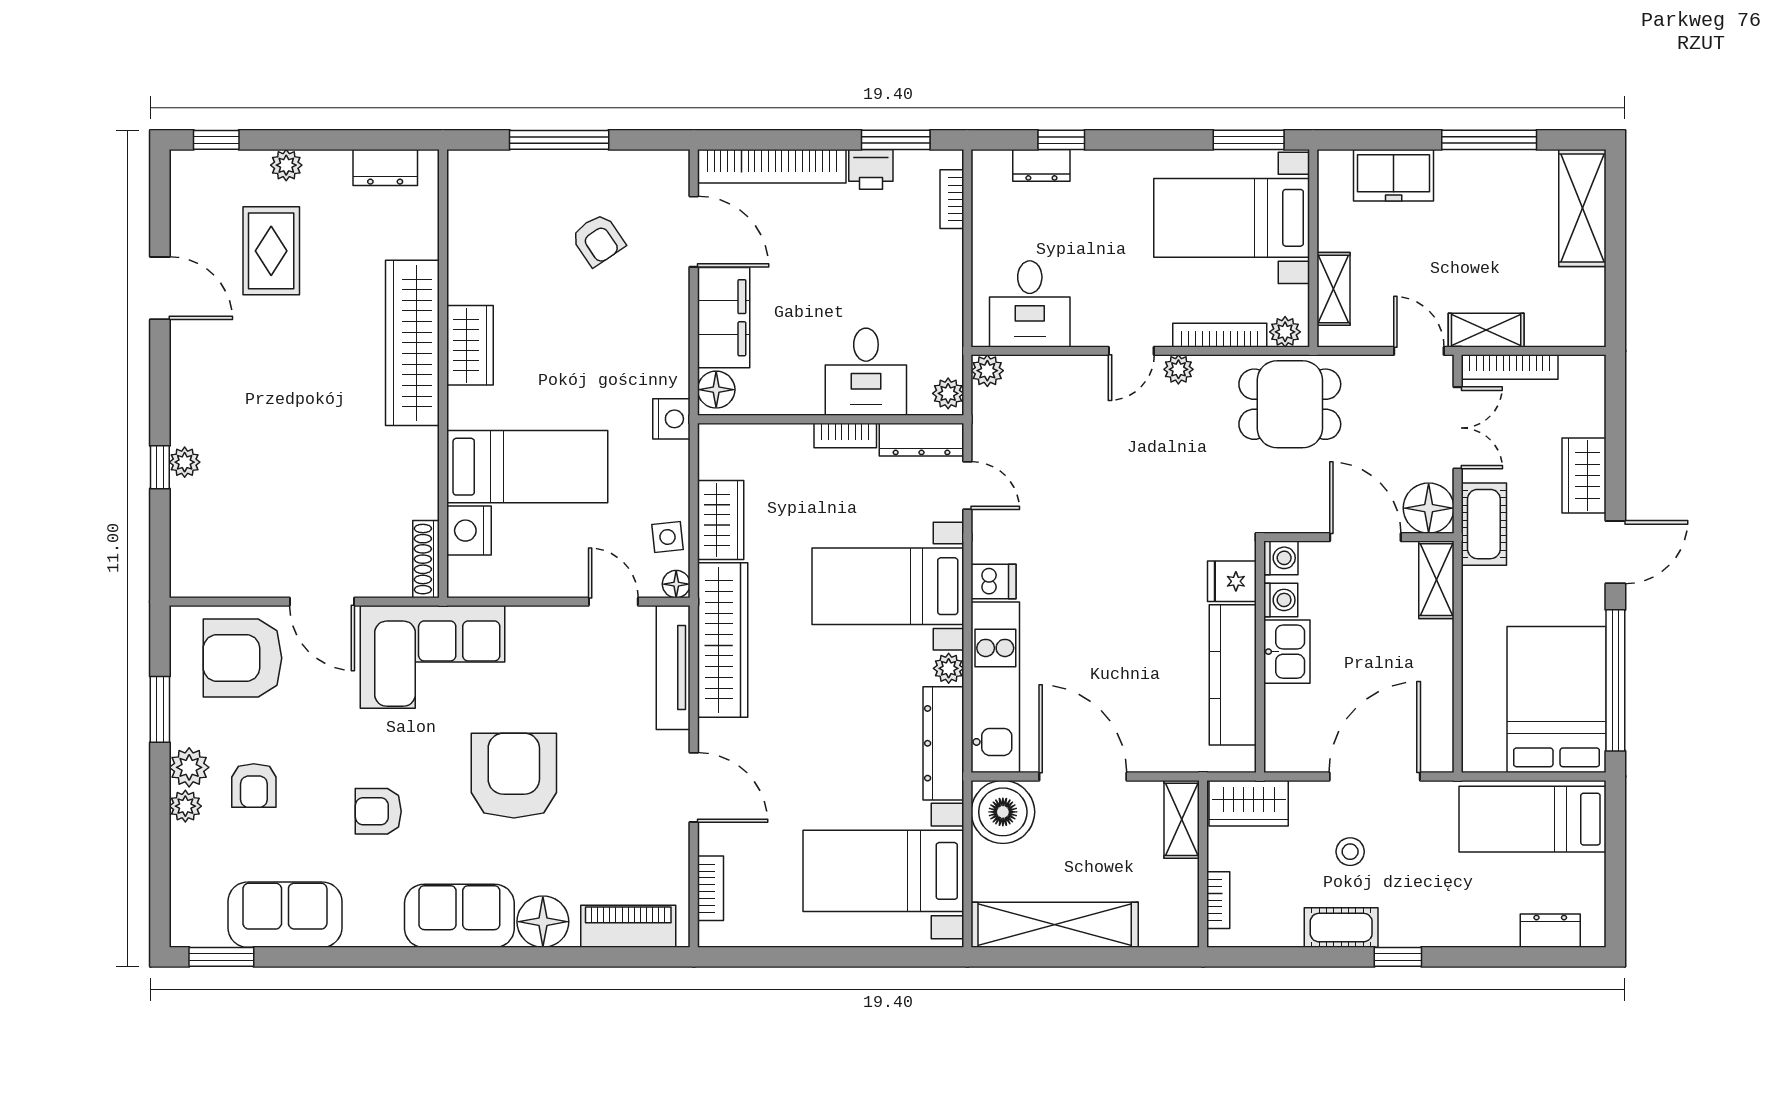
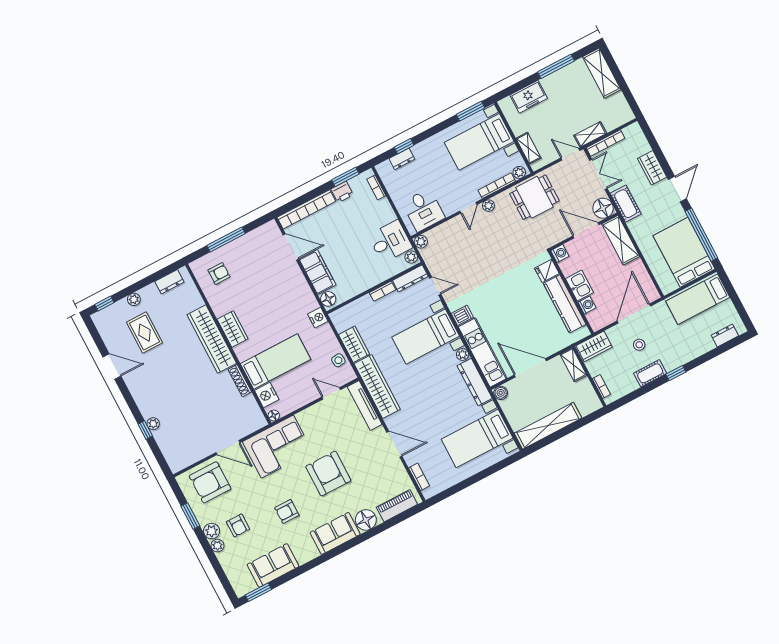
armchair: (598, 240) -> (219, 273), moved, turned -56
desk: (866, 372) -> (390, 241), moved, turned -90
shoe rack: (426, 559) -> (240, 381), moved
shelving: (1436, 580) -> (621, 240), width x1.50, depth x1.33
floor lamp: (676, 584) -> (274, 415), moved
washing machine: (1281, 600) -> (587, 305), moved
boiler: (1003, 812) -> (501, 393), width x0.54, depth x0.54

